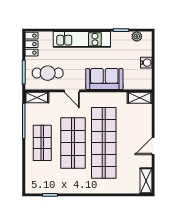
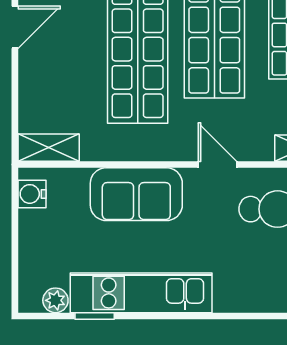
kitchen unit: (82, 39) -> (141, 293), moved
water cooler: (146, 63) -> (32, 194), moved

